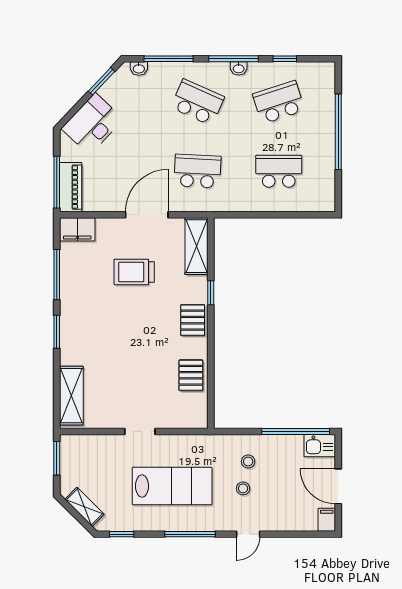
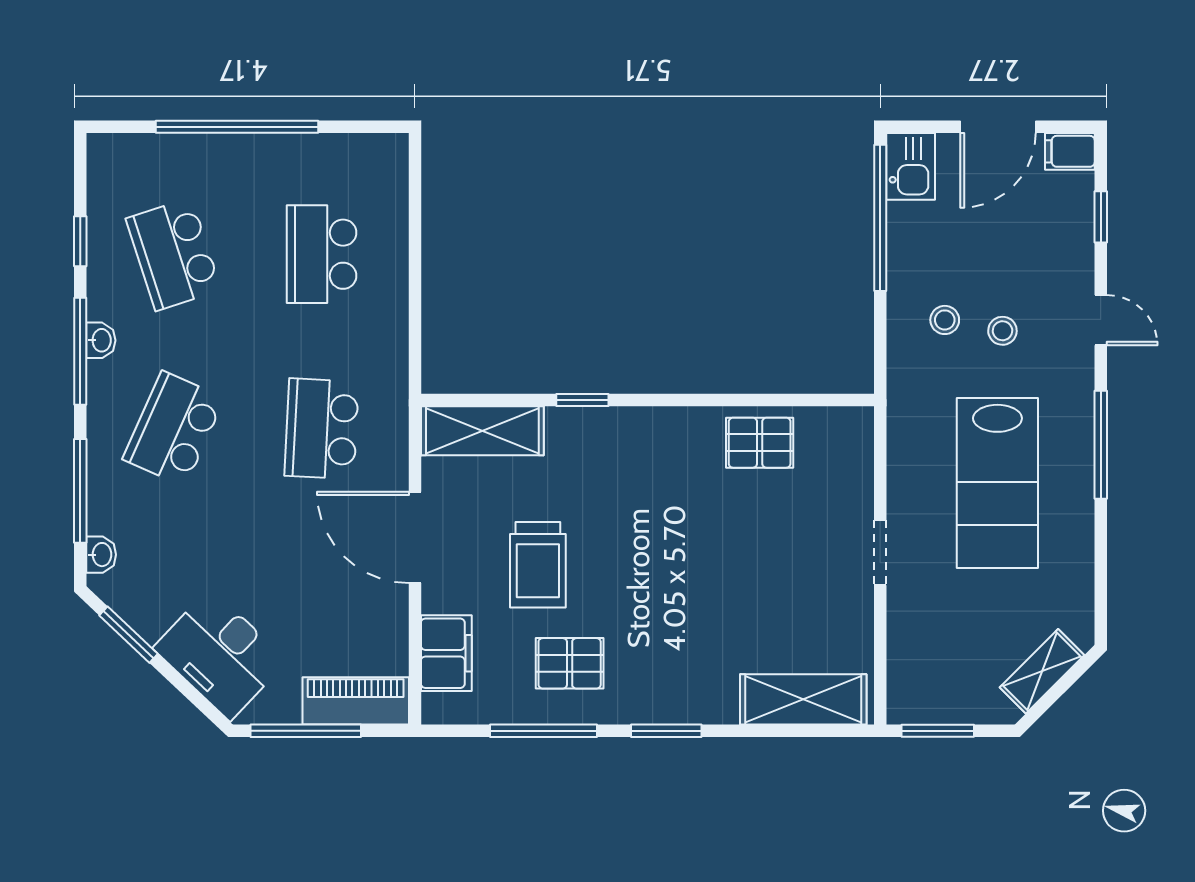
window: (57, 182) -> (306, 731), moved
filing cabinet: (77, 229) -> (446, 653), moved
pallet: (193, 320) -> (570, 663), moved
lab bench: (172, 486) -> (997, 483), turned 180
window: (122, 534) -> (1101, 217), moved

